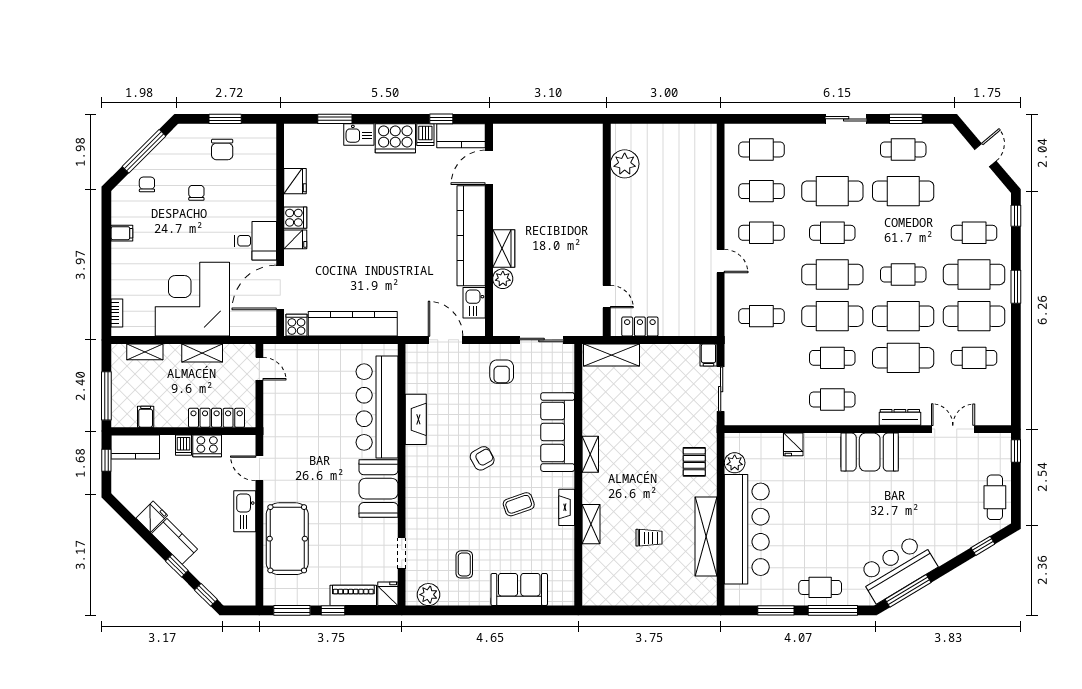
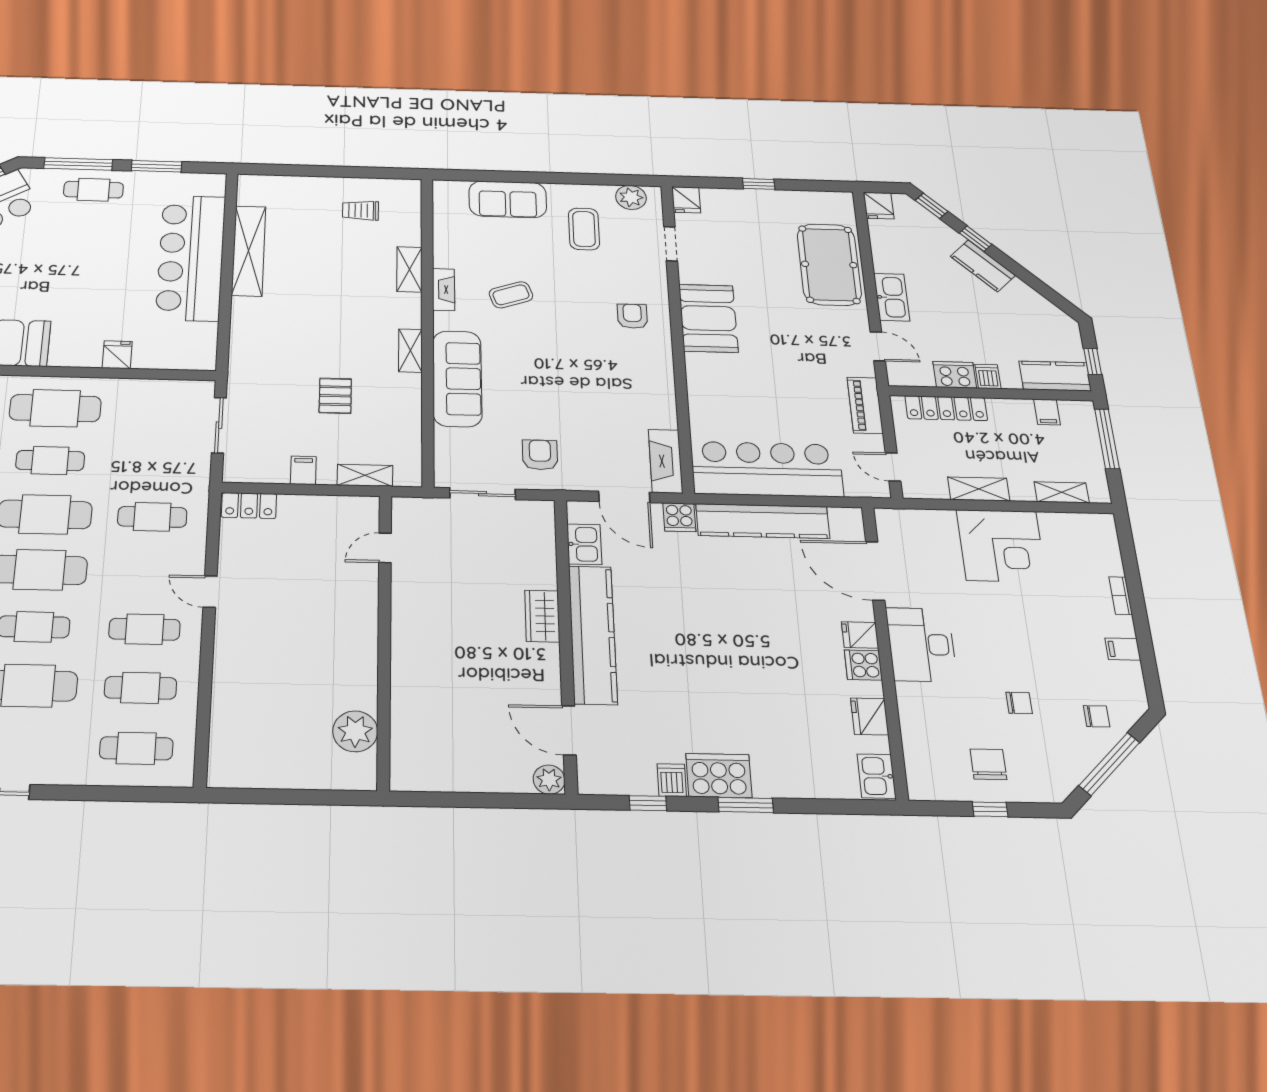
window: (225, 119) -> (990, 809), width x0.67
window: (335, 119) -> (746, 805), moved
kitchen sink: (359, 134) -> (877, 776), moved, turned -90
kitchen counter: (461, 136) -> (615, 778), removed
door: (489, 167) -> (569, 730), swing flipped
chair: (147, 184) -> (1097, 716), turned -90
chair: (196, 193) -> (1019, 703), turned -90
desk: (255, 241) -> (921, 644), width x1.37
plant: (503, 279) -> (549, 780), moved
door: (280, 287) -> (875, 571), swing flipped
door: (607, 297) -> (385, 548), hinge flipped
corner desk: (192, 299) -> (1001, 546), width x0.74, depth x0.74
bookcase: (117, 313) -> (1121, 596), moved
cooker: (296, 325) -> (679, 517), moved
locker: (640, 327) -> (249, 506), moved
shelving: (611, 355) -> (365, 475), width x0.67, depth x0.75
filing cabinet: (708, 355) -> (303, 470), moved
cafe table: (832, 399) -> (55, 408), width x1.37, depth x1.35
bar counter: (377, 407) -> (767, 469), moved, turned -90
fireplace: (416, 419) -> (666, 461), moved
armchair: (482, 458) -> (632, 316), moved, turned 119
pallet: (694, 462) -> (335, 396), moved
plant: (735, 463) -> (203, 335), removed
fridge: (152, 517) -> (879, 206), moved, turned -45
trolley: (649, 538) -> (360, 210), moved
coffee table: (464, 564) -> (584, 229), width x1.36, depth x1.30
piano: (353, 595) -> (865, 405), moved, turned 90
window: (292, 610) -> (814, 186), removed

